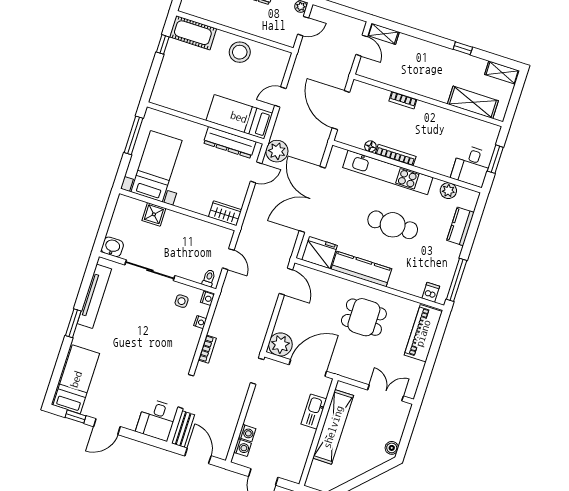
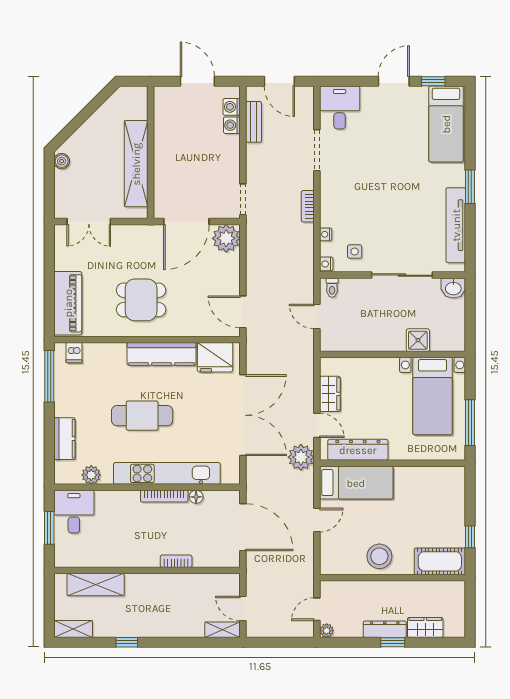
door: (256, 172) -> (317, 425), swing flipped
wardrobe: (225, 213) -> (330, 394), moved, turned -90
kitchen sink: (314, 412) -> (164, 174), removed
bench: (183, 429) -> (254, 122), moved

